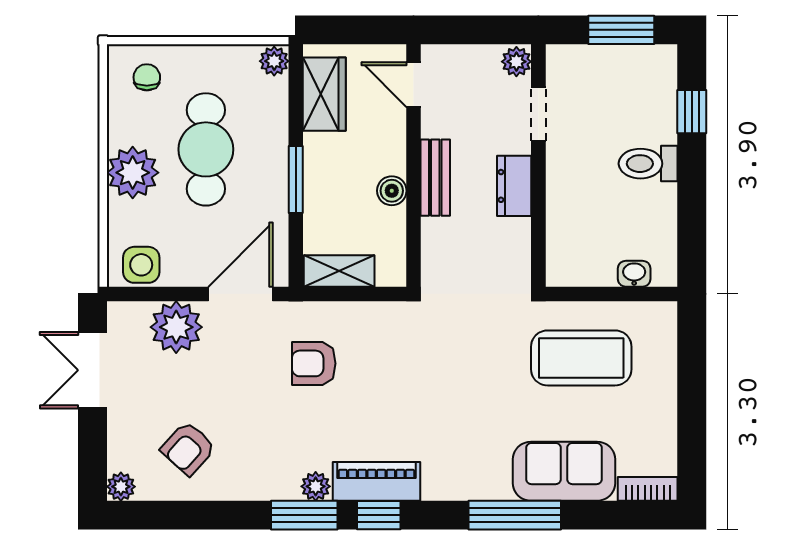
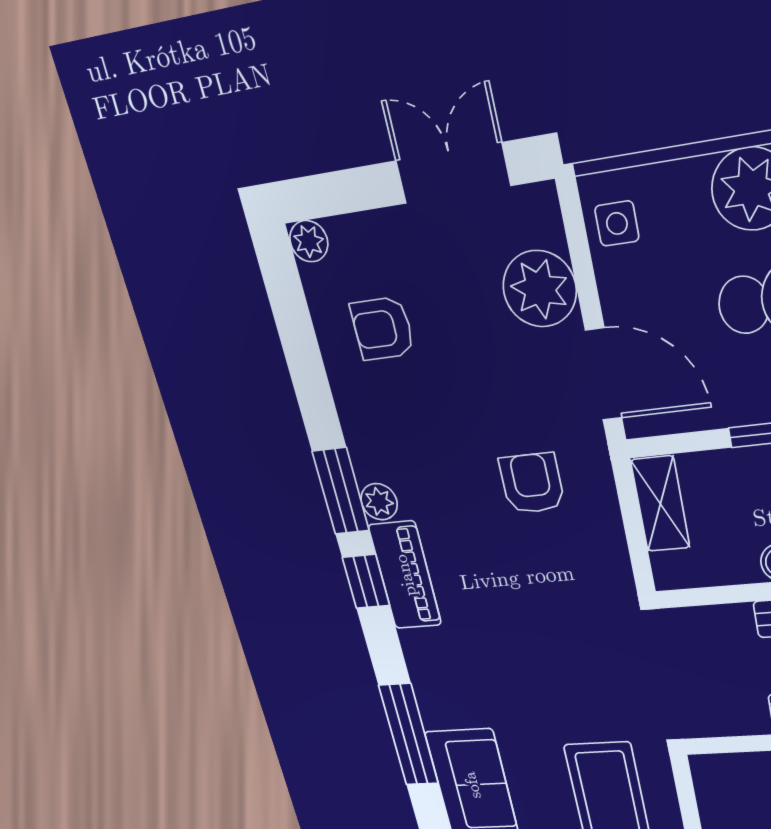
side table: (141, 265) -> (617, 223), width x0.73, depth x0.73
armchair: (188, 448) -> (383, 329), turned -42

